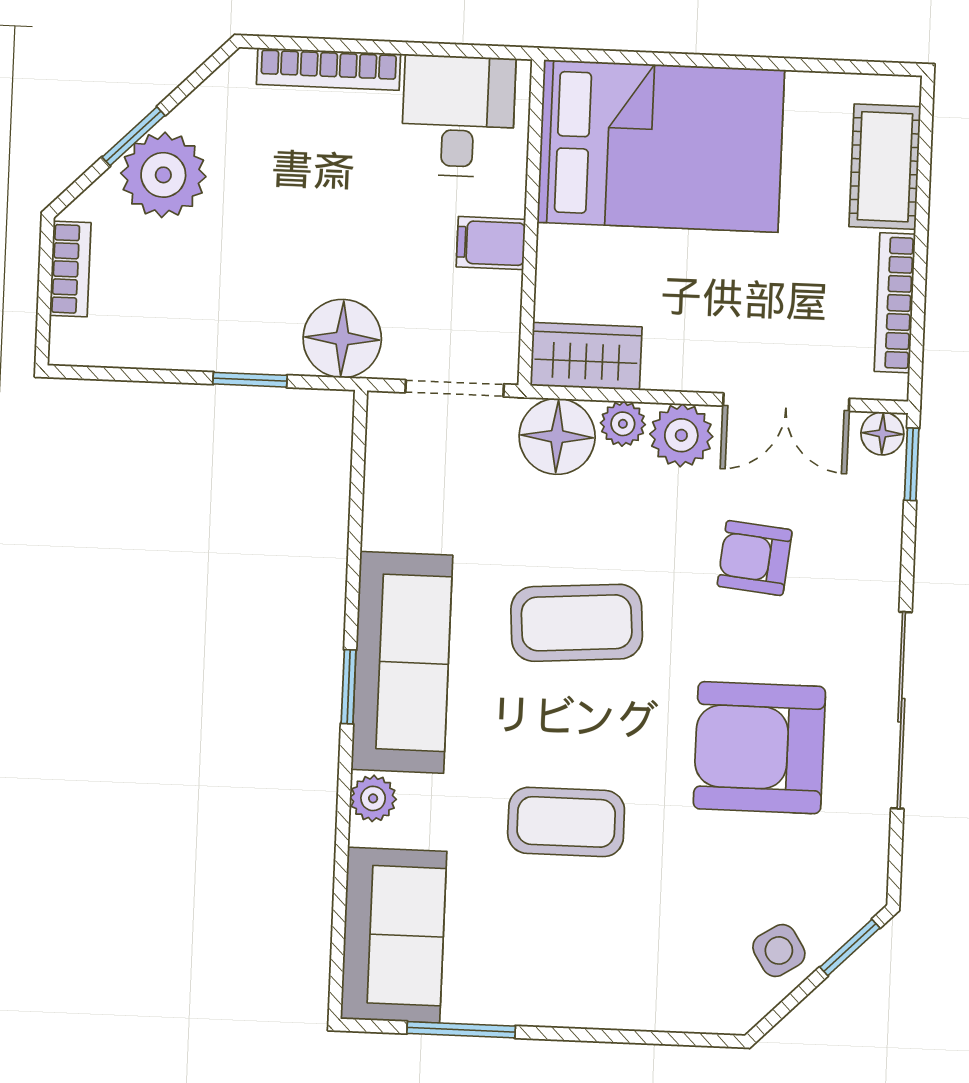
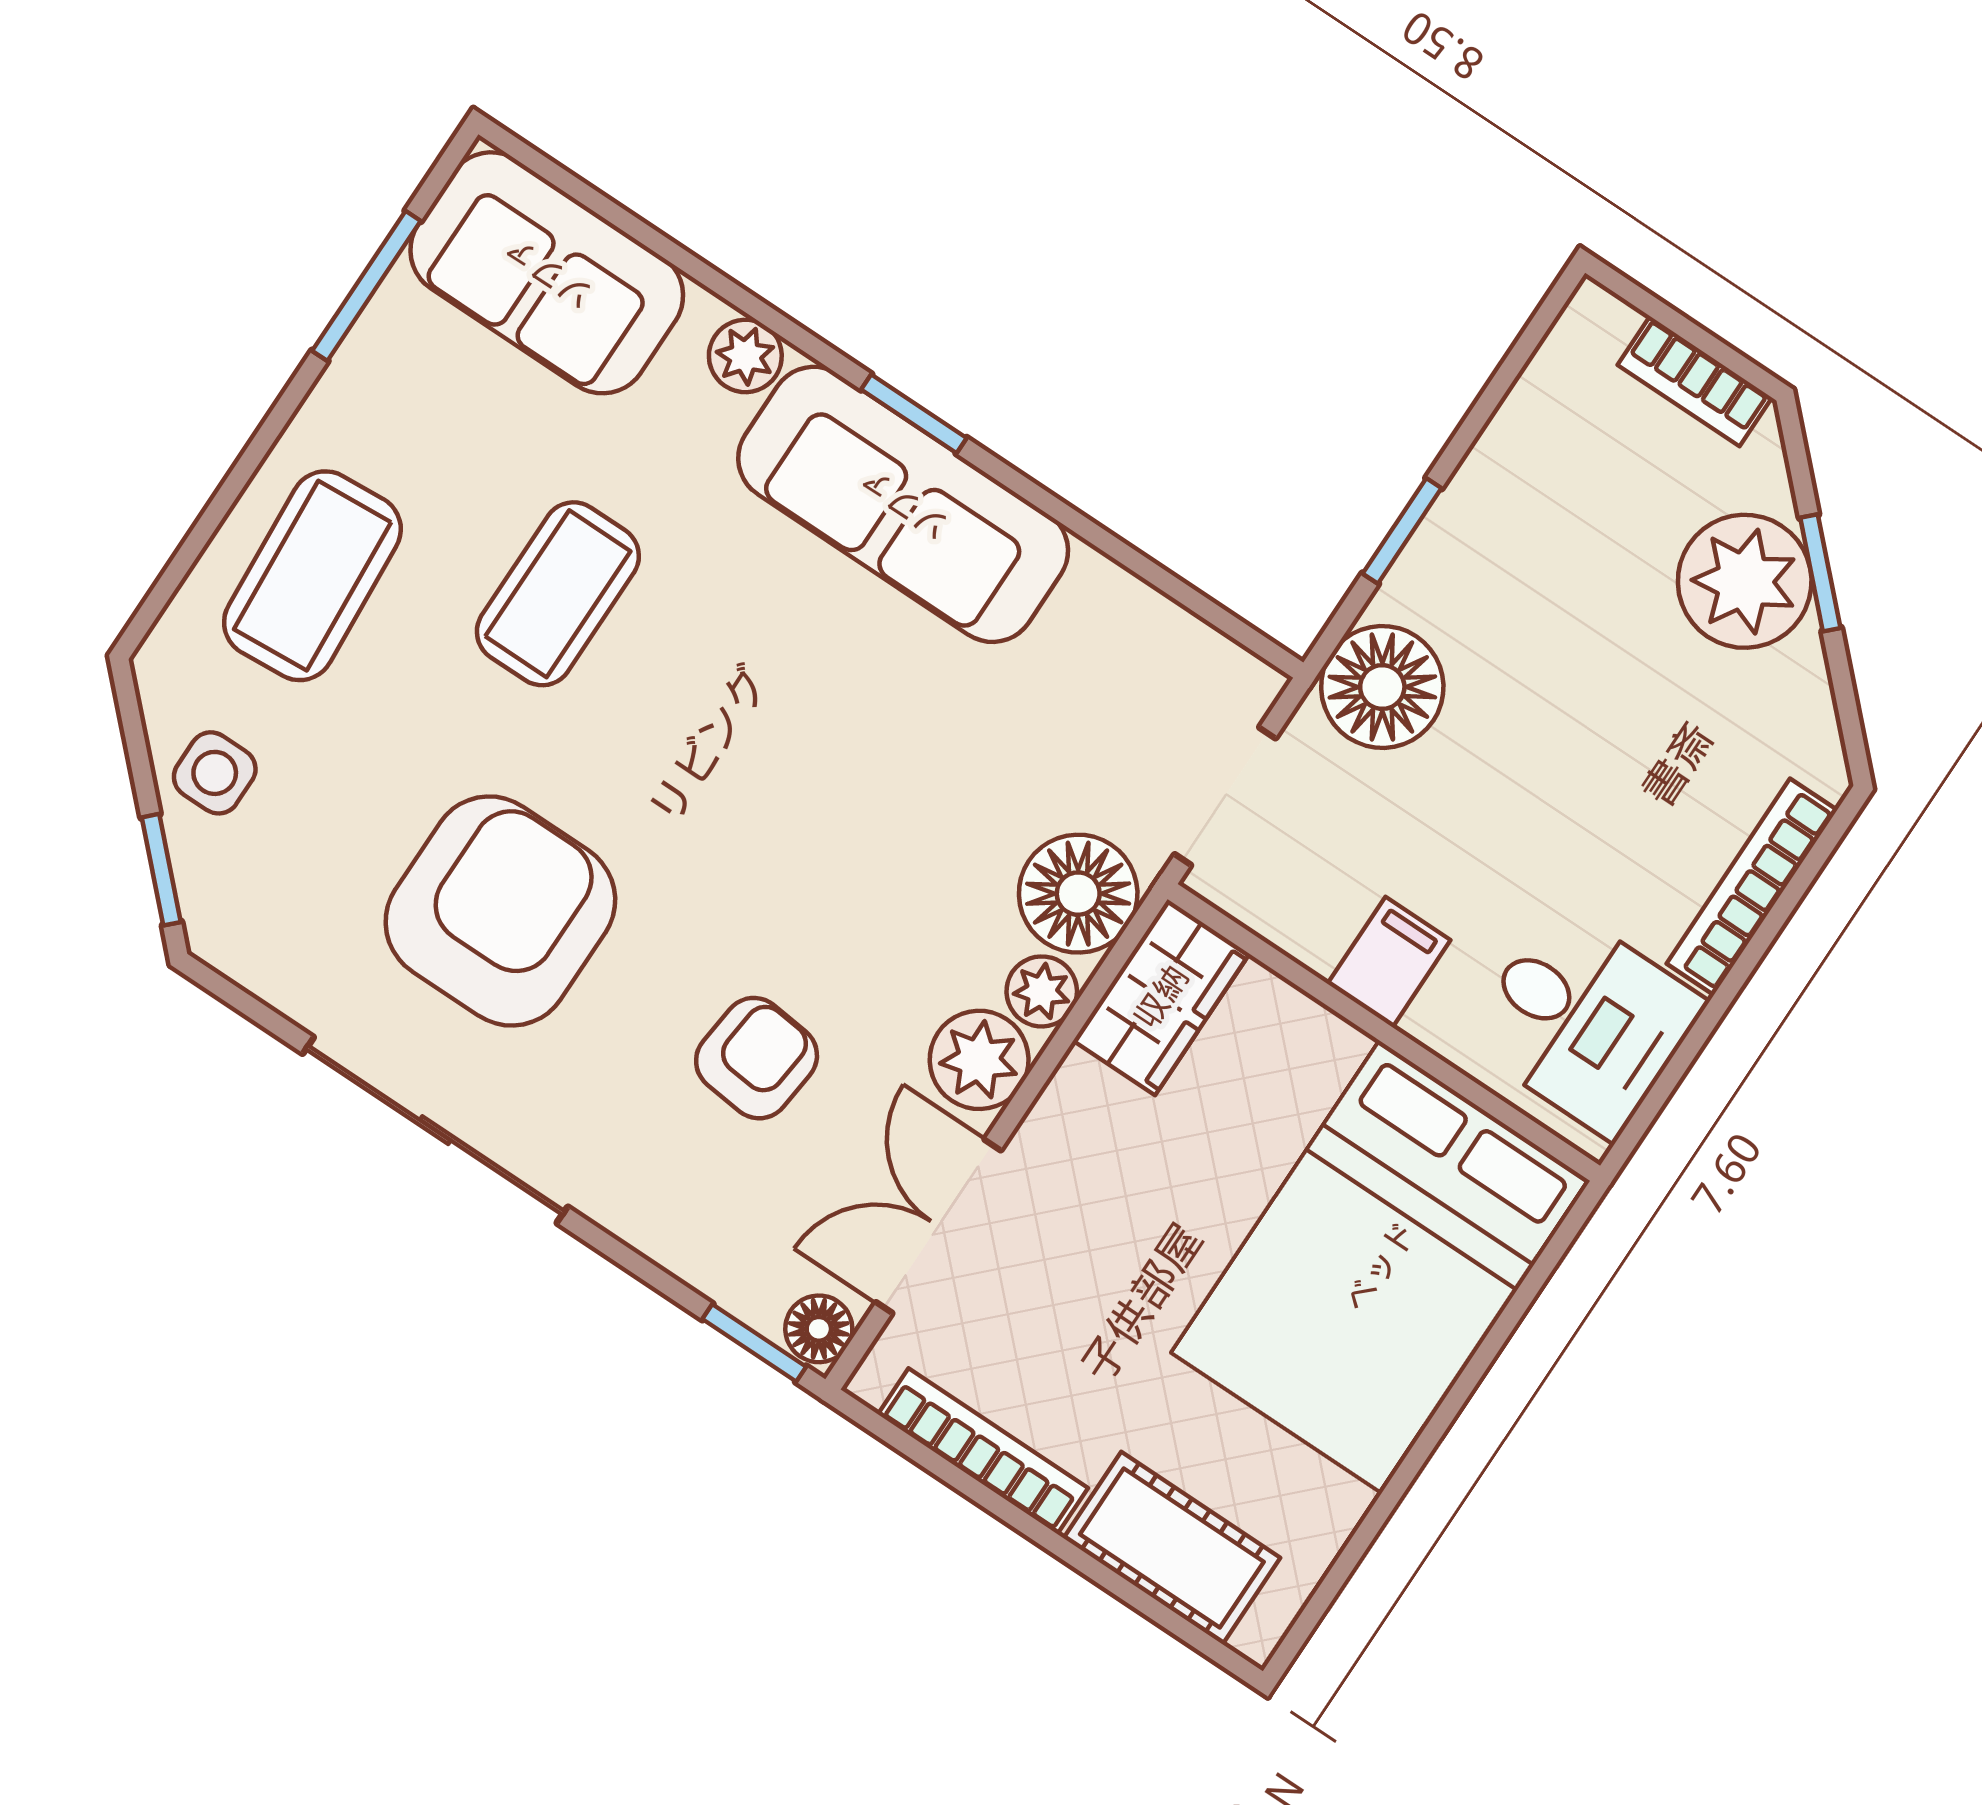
coffee table: (577, 623) -> (312, 576), moved
side table: (779, 950) -> (215, 773), turned 32

